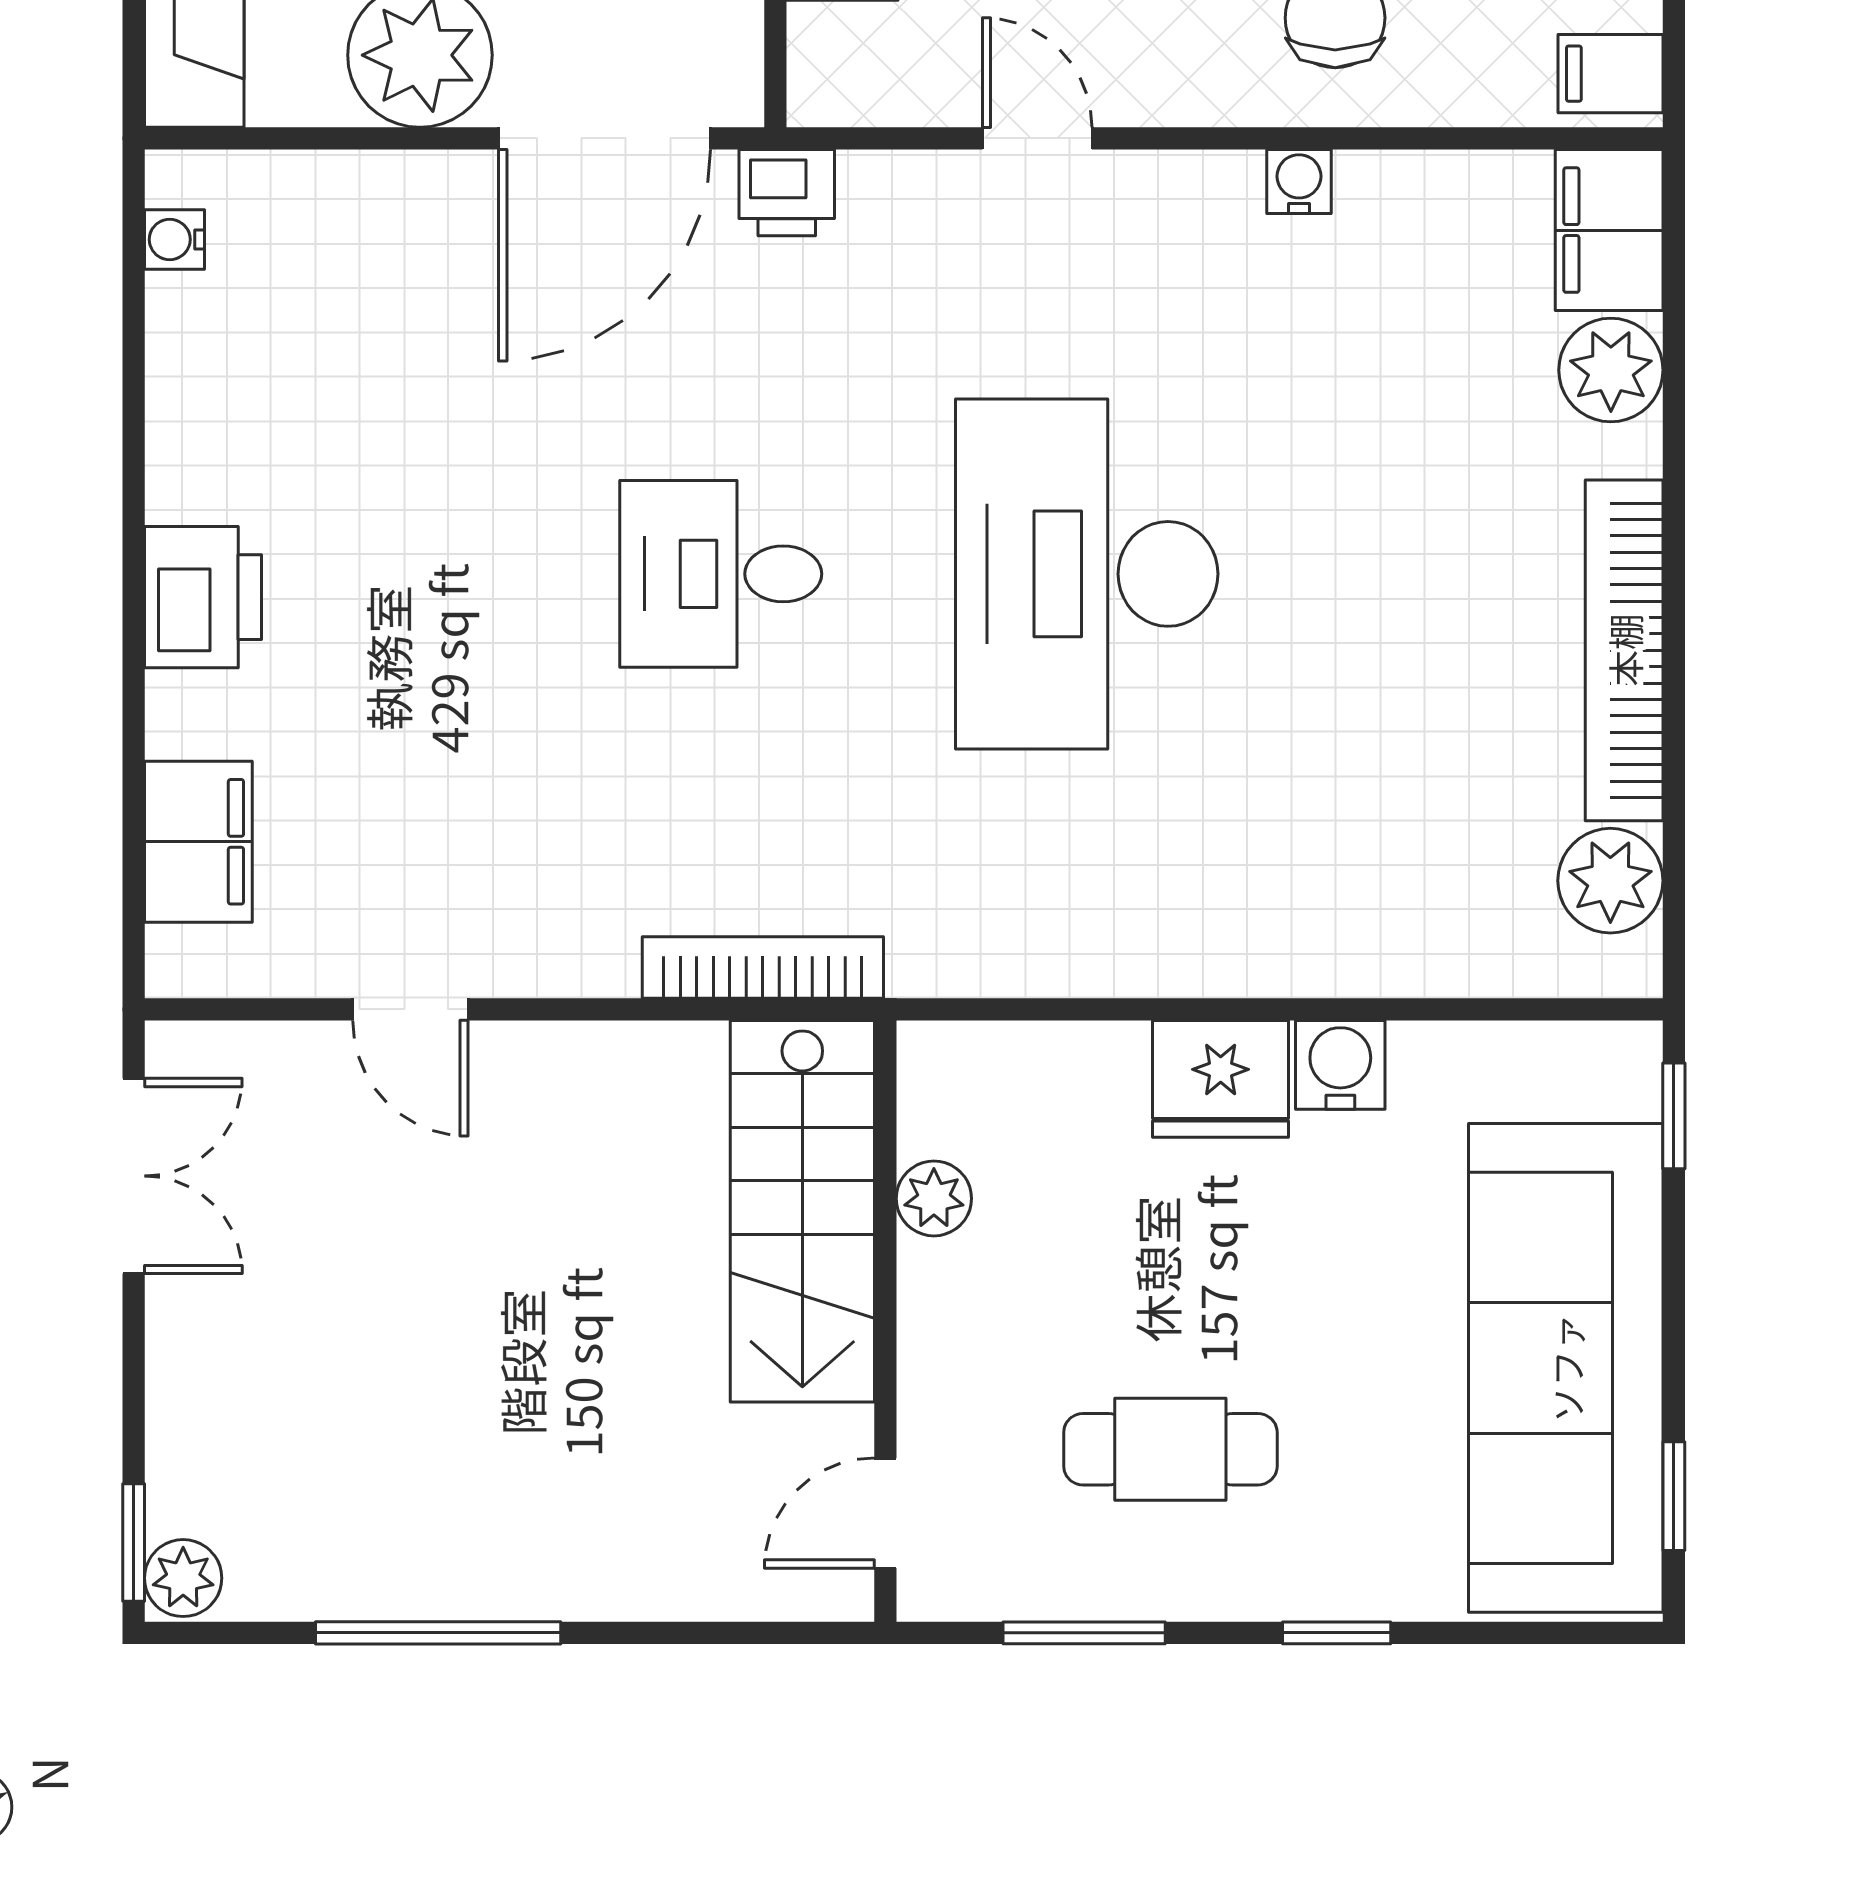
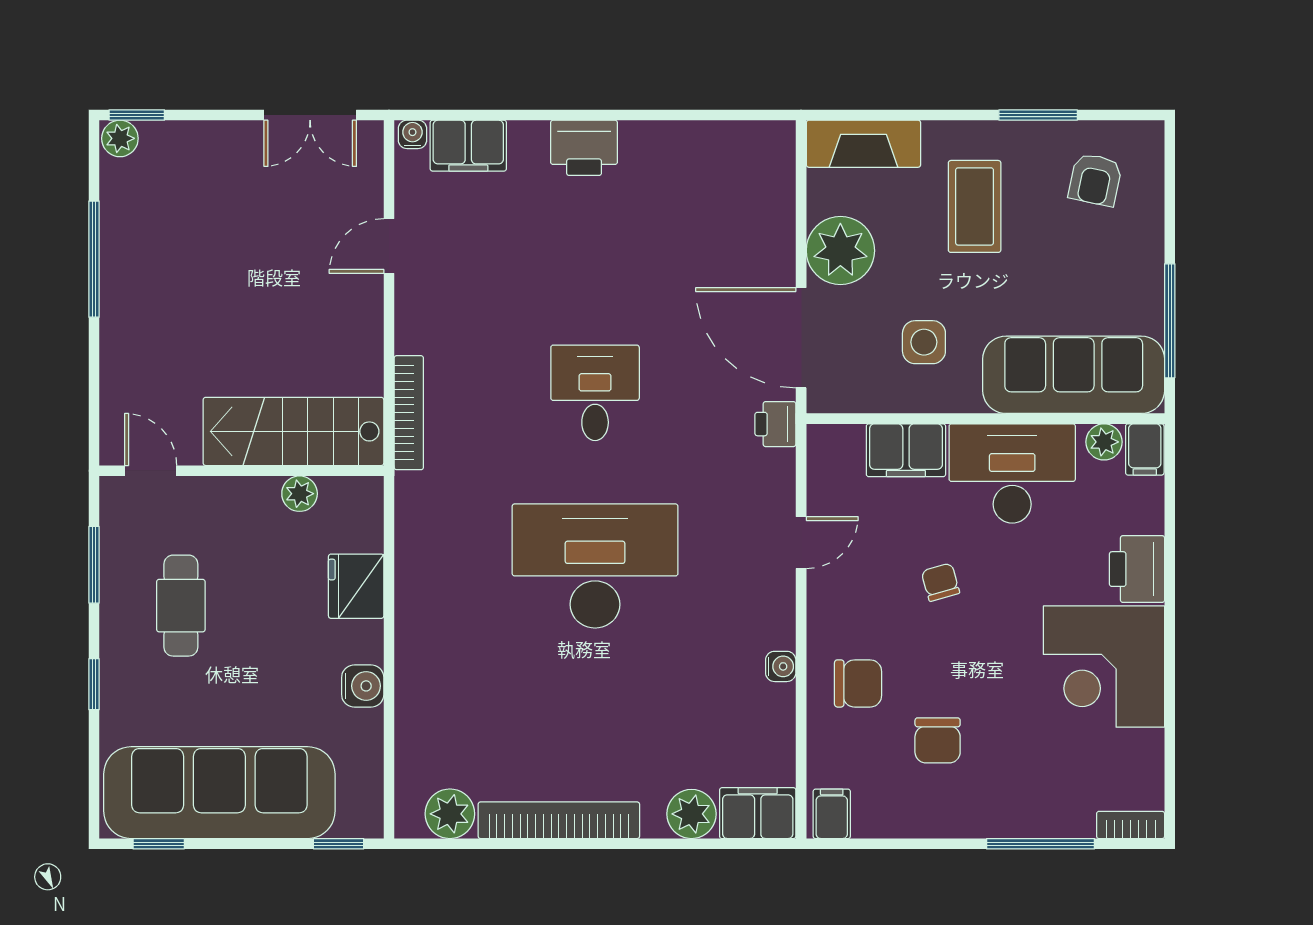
water cooler: (174, 239) -> (412, 134), moved
fridge: (1221, 1079) -> (356, 586), moved

